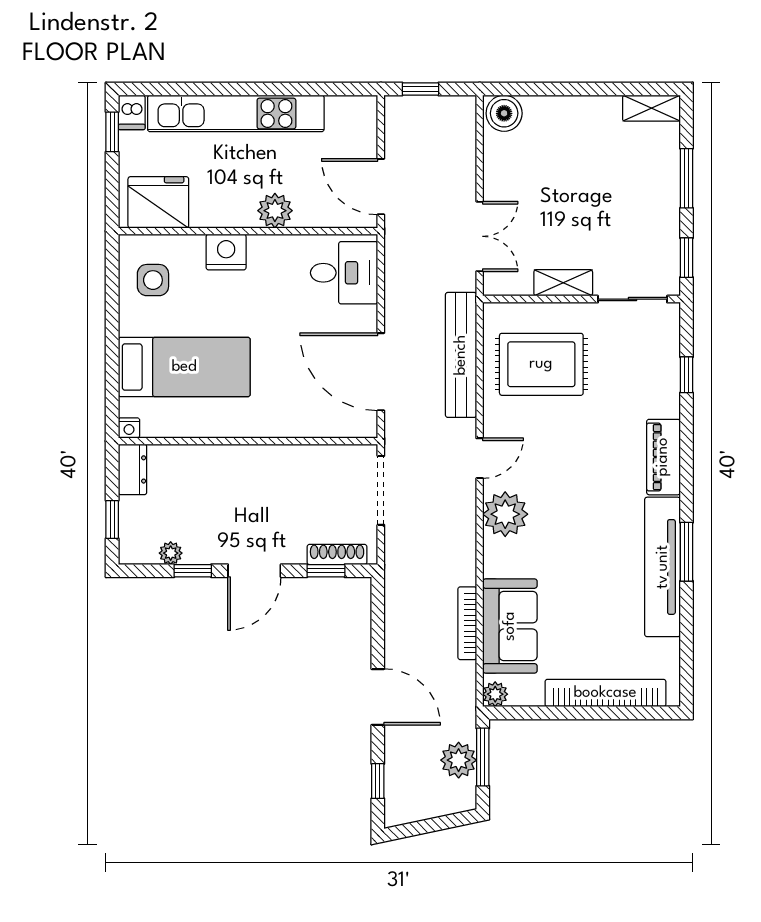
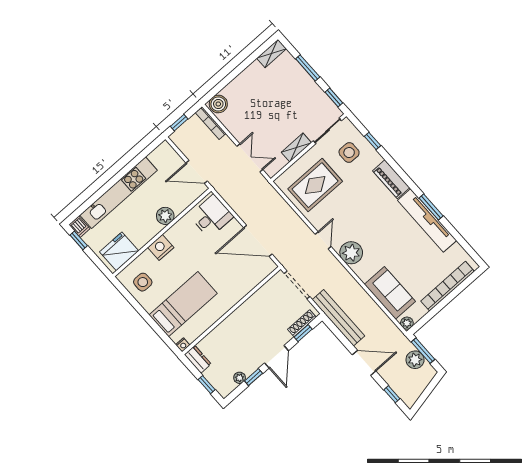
bench: (461, 355) -> (338, 318), moved
side table: (636, 361) -> (349, 152), added
bookcase: (467, 623) -> (211, 123), moved

